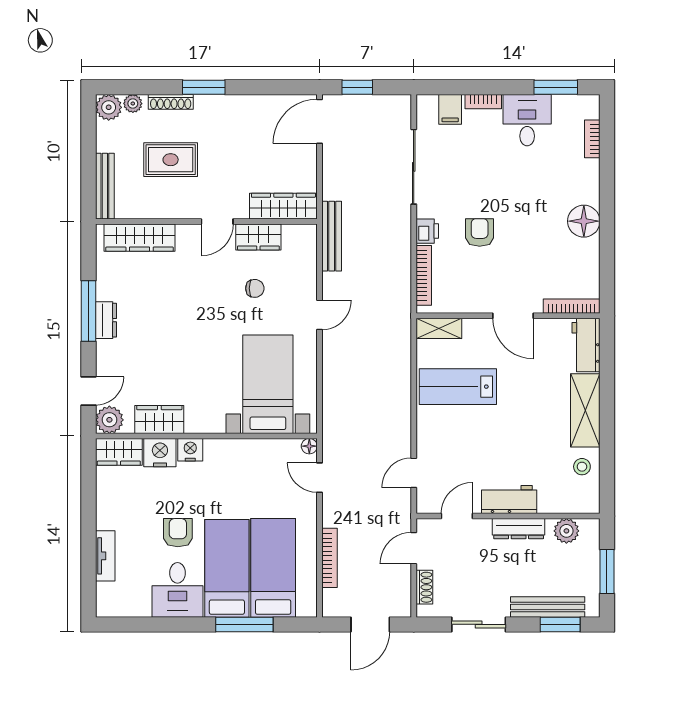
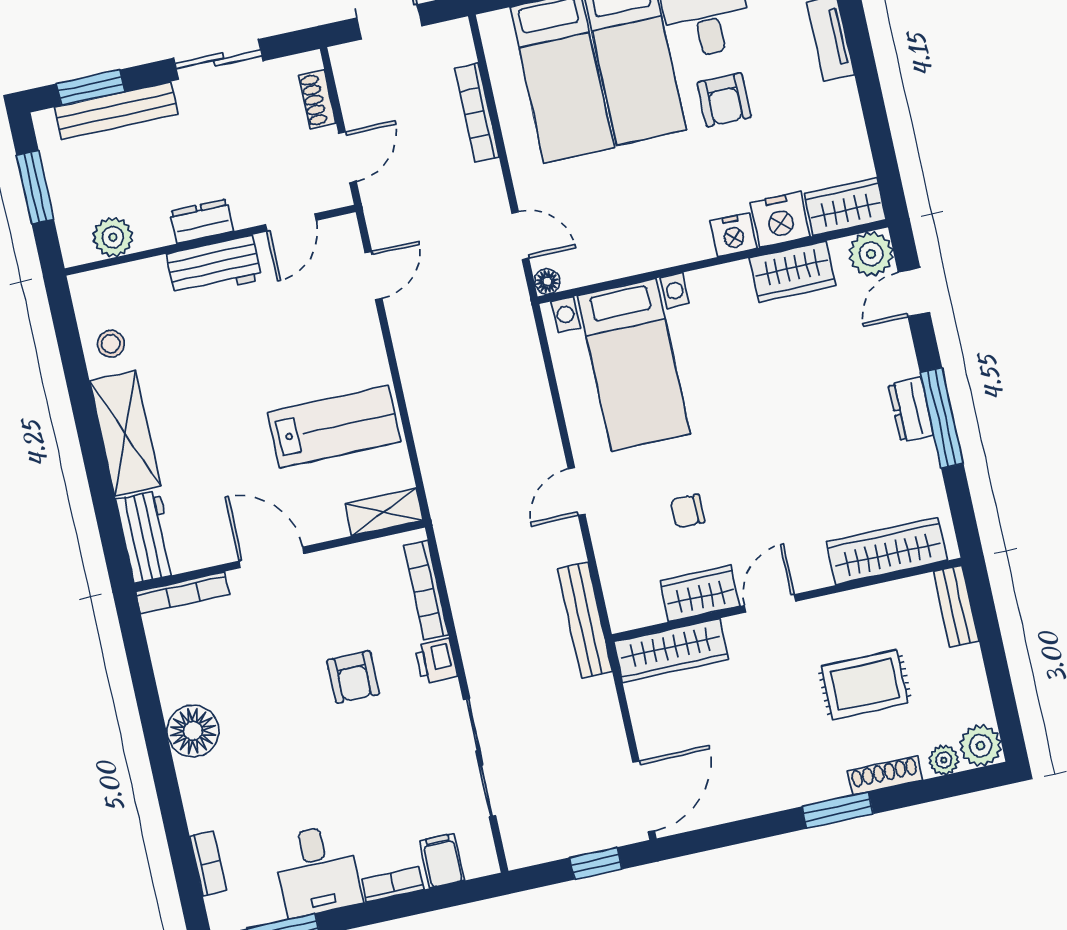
bench: (105, 186) -> (956, 606), width x0.73
dresser: (519, 529) -> (202, 221), width x0.70

